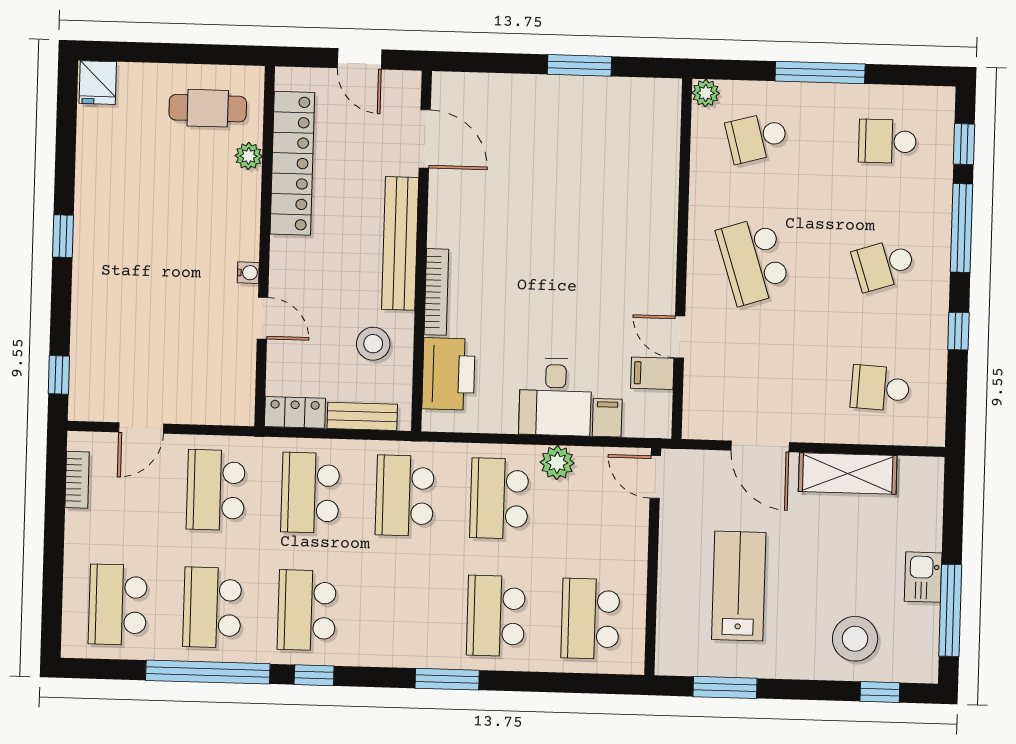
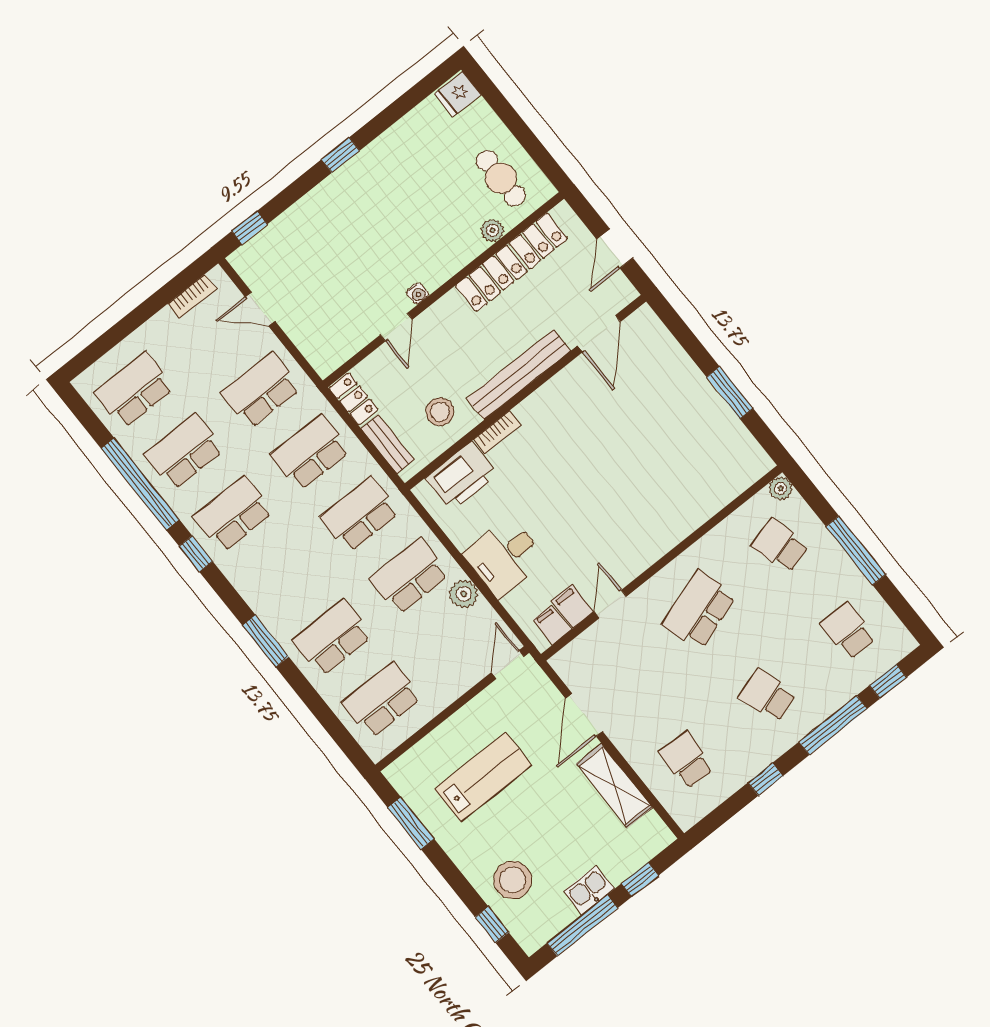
bookcase: (436, 292) -> (497, 432), width x0.64
filing cabinet: (607, 418) -> (552, 625), moved, turned -90
window: (953, 523) -> (640, 879), added

